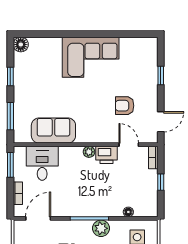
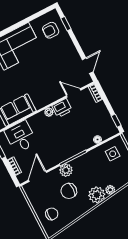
window: (161, 75) -> (66, 24), moved
armchair: (125, 106) -> (51, 30), moved
window: (161, 182) -> (116, 121), moved
plant: (101, 228) -> (66, 170), moved

